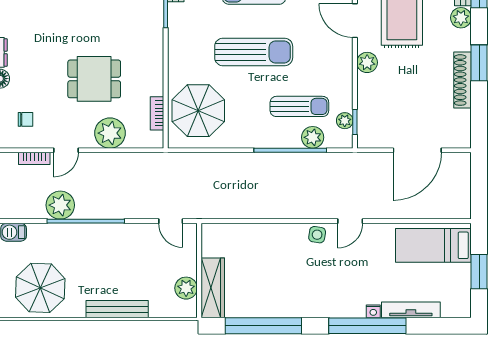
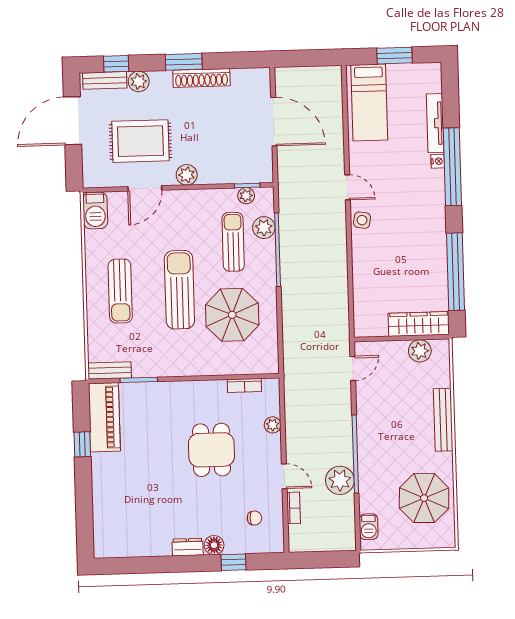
parasol: (198, 111) -> (232, 315), moved
chair: (25, 119) -> (254, 518), turned 90
plant: (110, 133) -> (273, 425), width x0.53, depth x0.53

